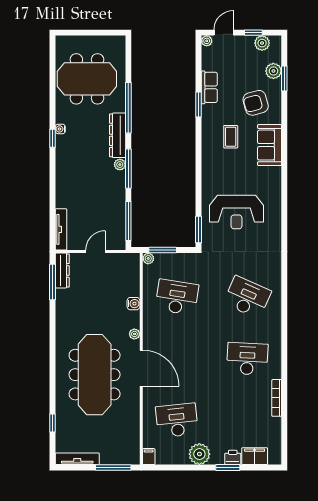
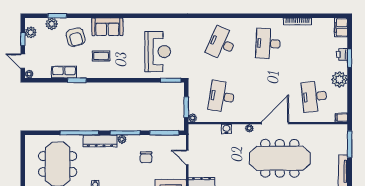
chair: (96, 196) -> (146, 157), added
filing cabinet: (255, 456) -> (341, 27), moved

